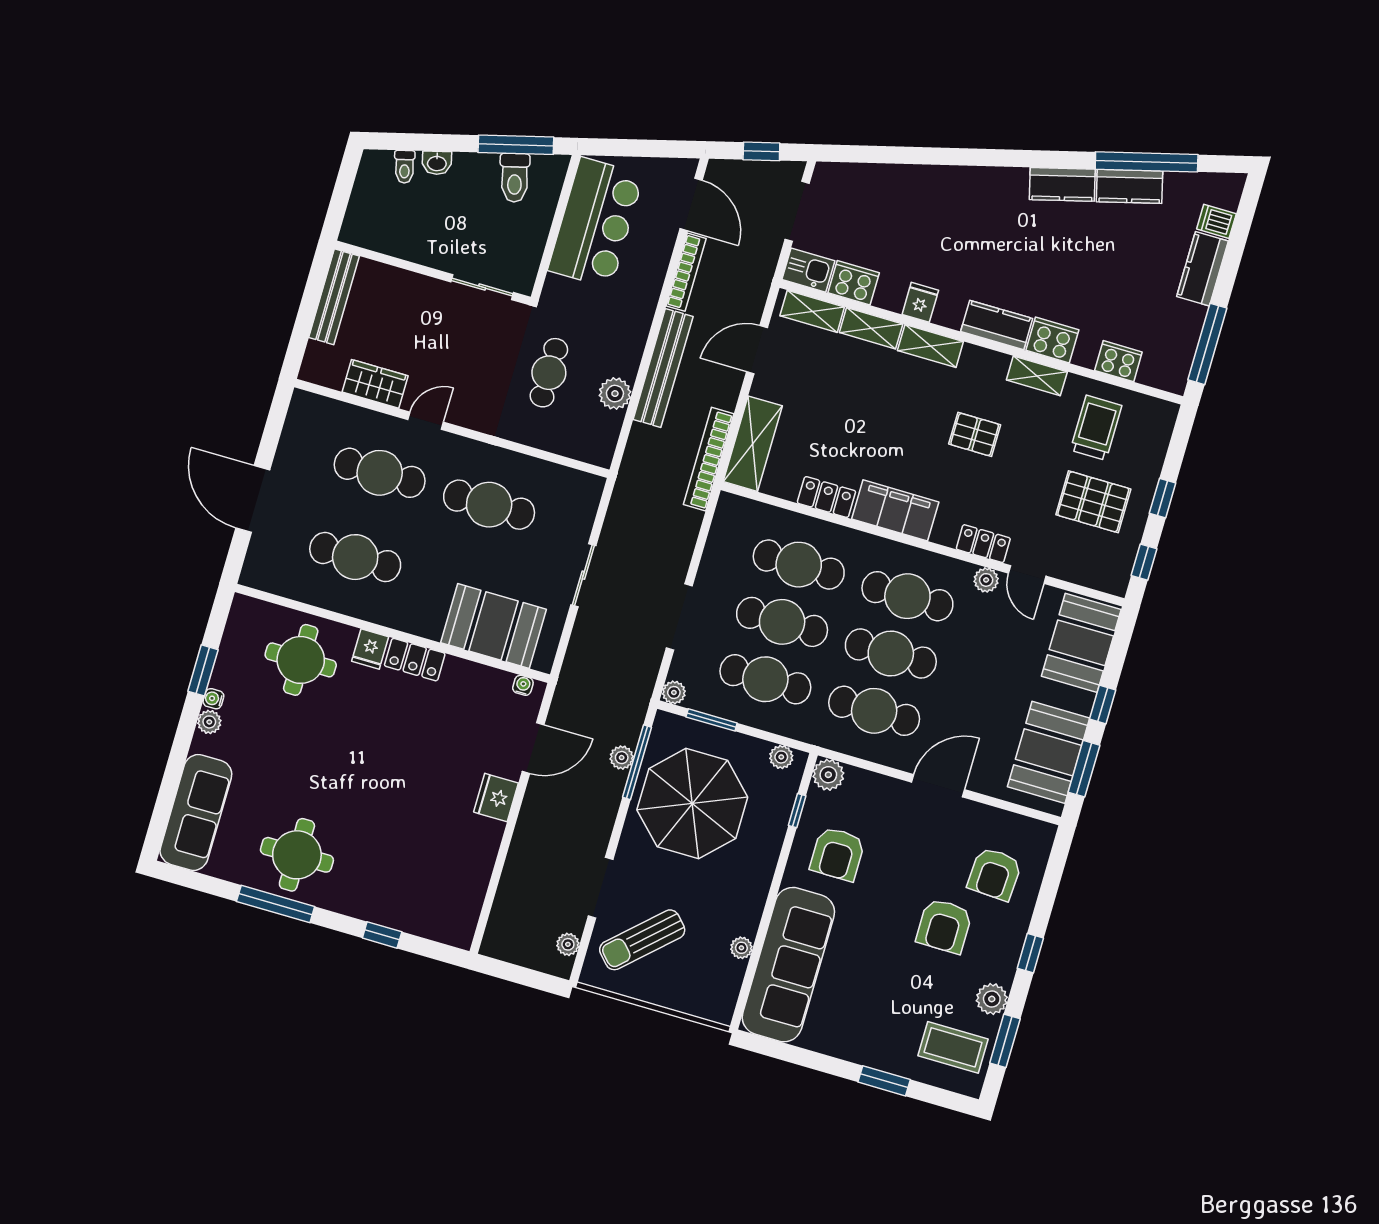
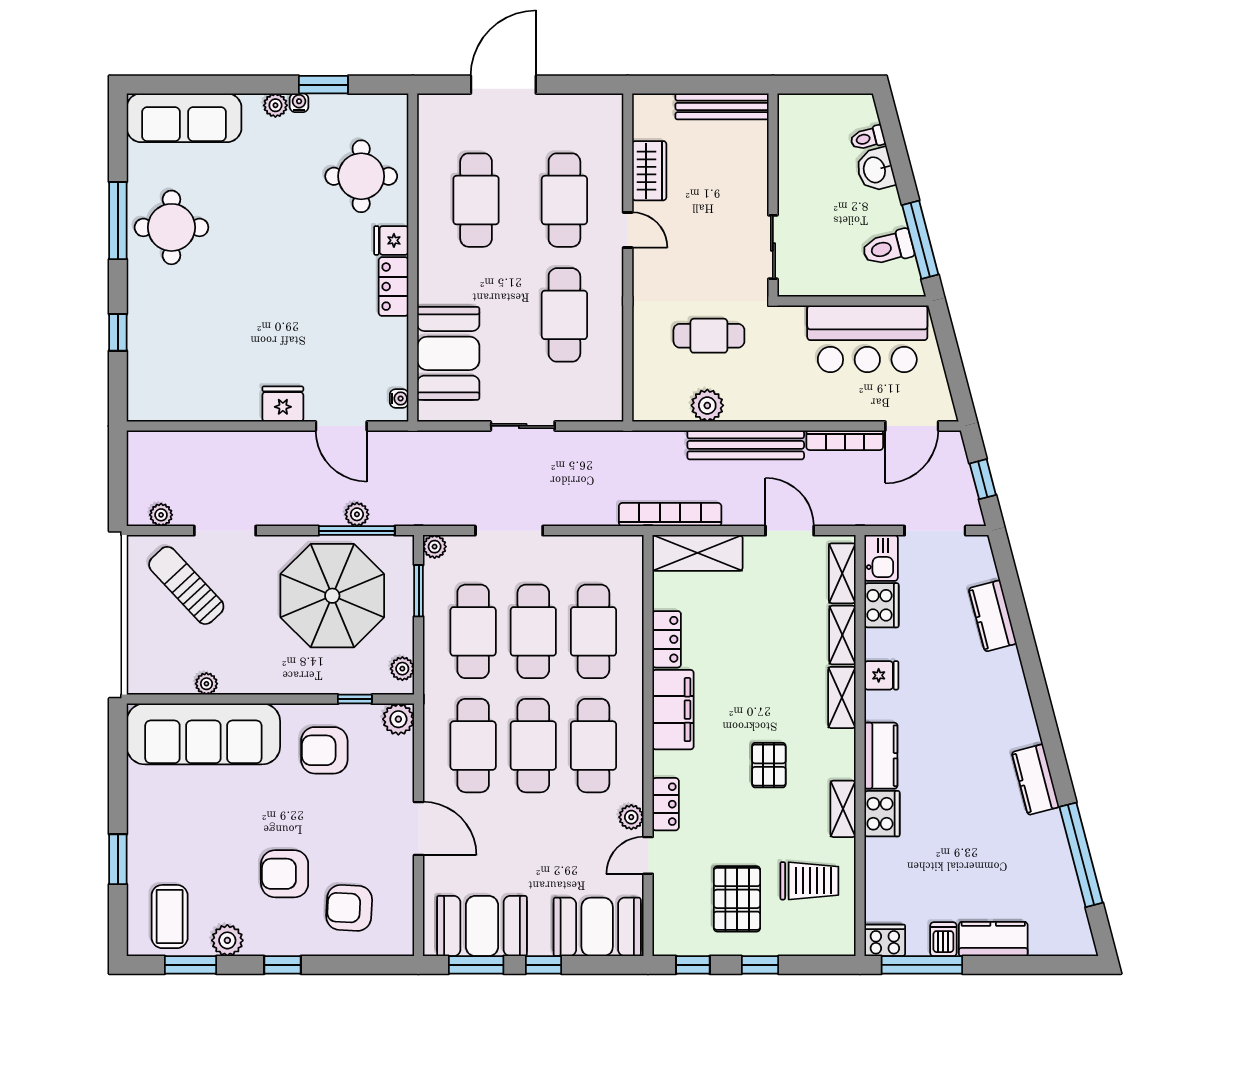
washbasin: (437, 163) -> (875, 170), width x1.38, depth x1.45
kitchen counter: (1130, 186) -> (993, 616), moved
dishwasher: (1216, 221) -> (943, 939), moved
cooker: (1118, 361) -> (885, 940), moved, turned -90

